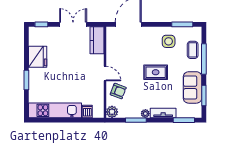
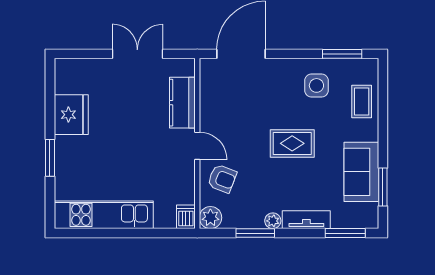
window: (41, 24) -> (78, 54), removed
kitchen counter: (97, 40) -> (182, 103), moved
window: (204, 59) -> (383, 119), removed
dishwasher: (87, 111) -> (186, 217), moved

